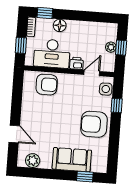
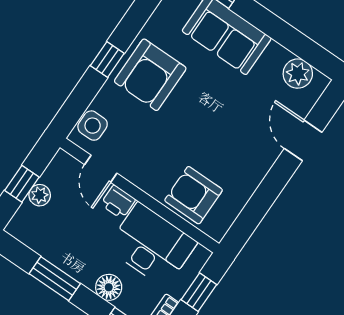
window: (84, 16) -> (55, 279), added
door: (92, 73) -> (101, 169), hinge flipped
window: (117, 105) -> (107, 60), moved
armchair: (94, 124) -> (150, 75), turned 90

